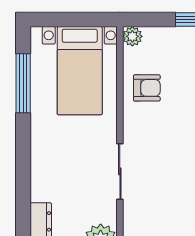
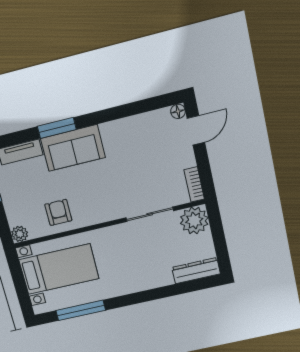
sliding door: (120, 171) -> (150, 214), moved

